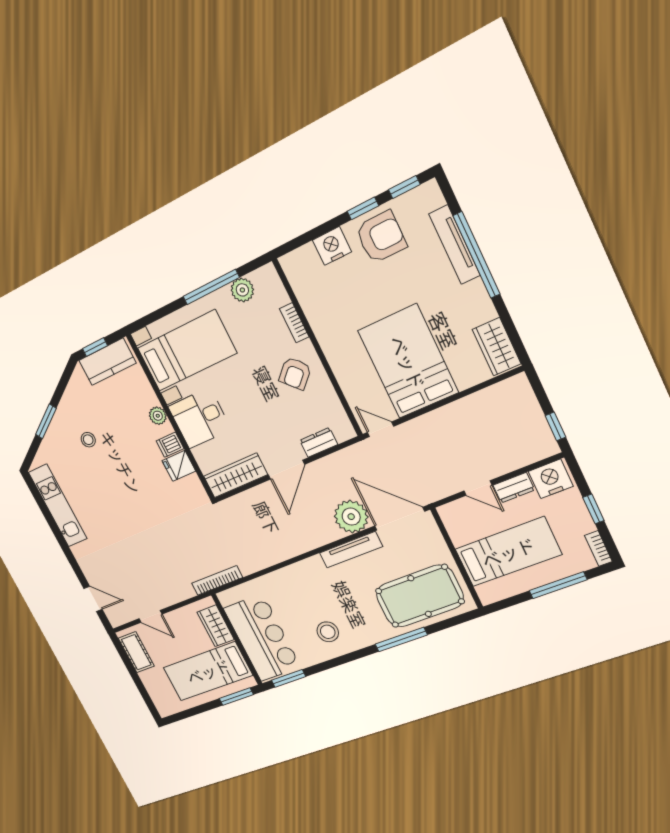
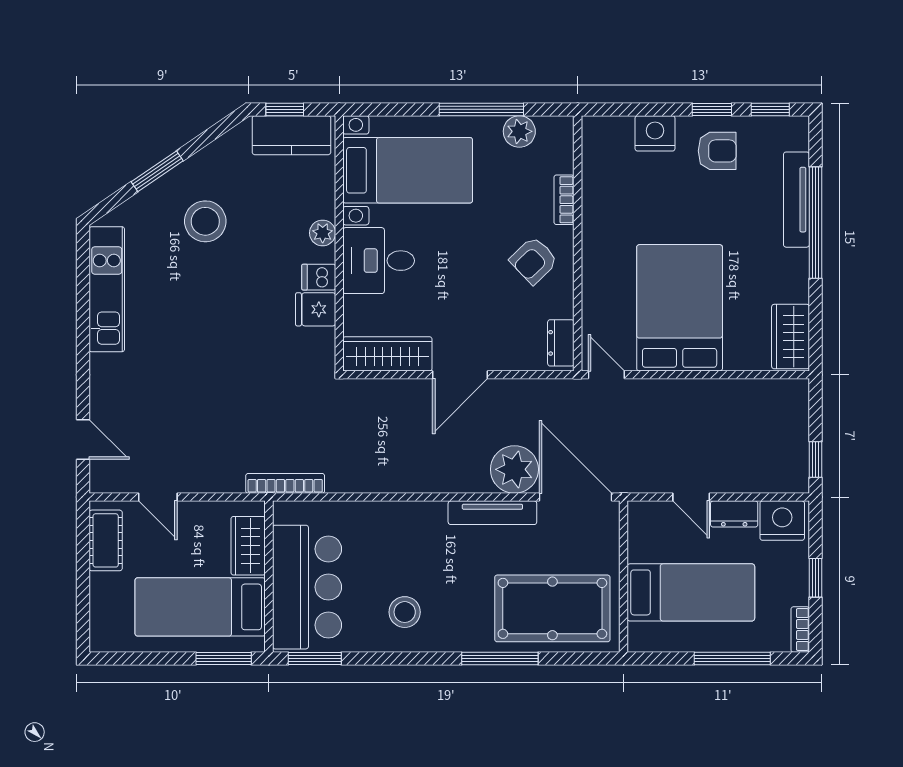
armchair: (381, 237) -> (717, 151), width x0.72, depth x0.72
stool: (88, 440) -> (205, 221), width x1.89, depth x1.89
dresser: (319, 442) -> (561, 343), moved, turned -90

